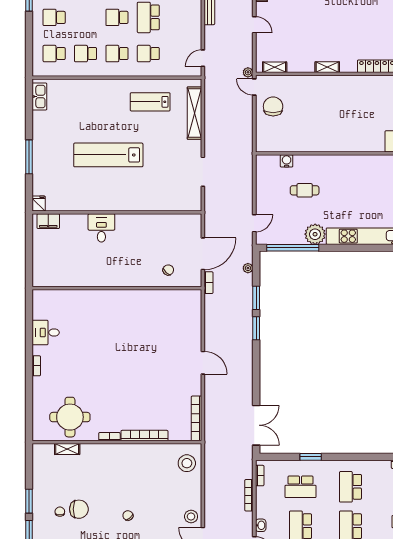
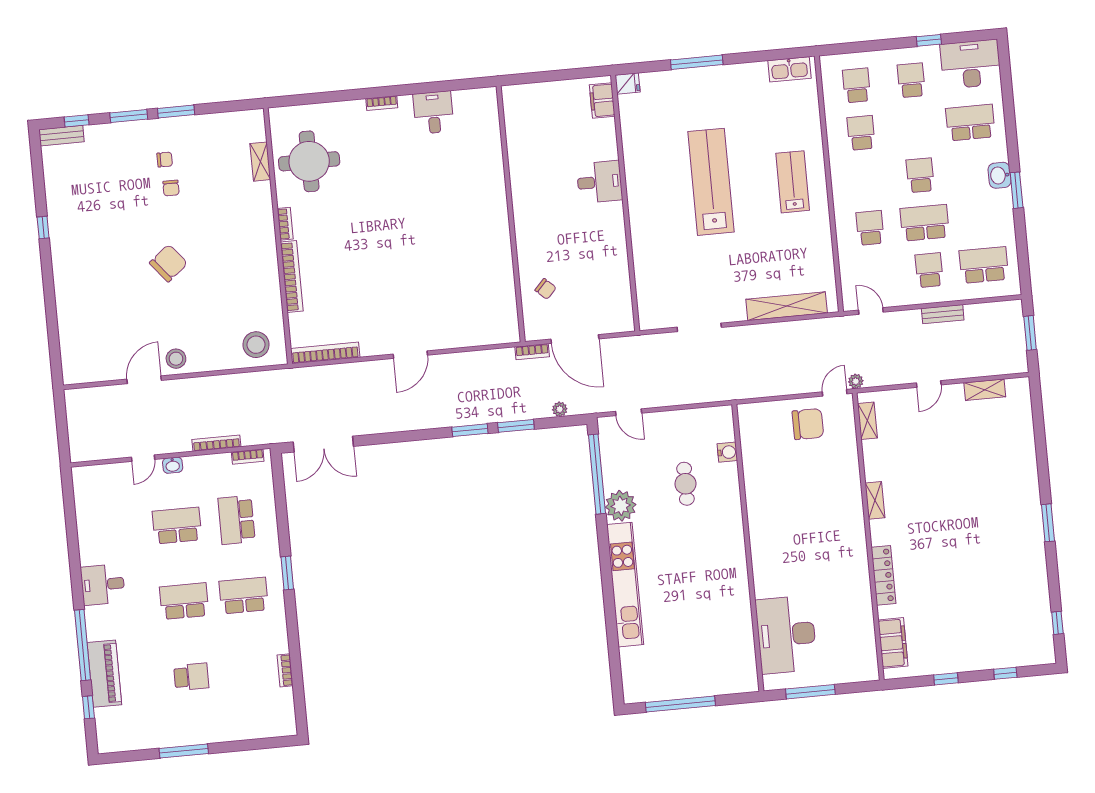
school desk: (117, 54) -> (929, 270), moved
lab bench: (150, 102) -> (793, 182), moved
window: (311, 457) -> (287, 573), moved
chair: (79, 509) -> (171, 188), width x0.54, depth x0.54
chair: (128, 516) -> (168, 263), width x1.87, depth x1.87

